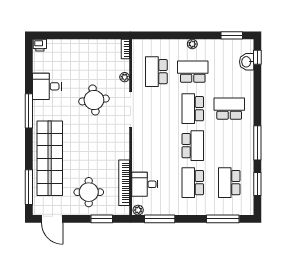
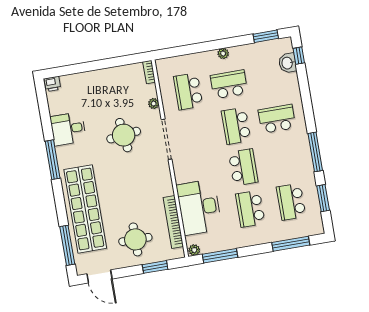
desk: (145, 184) -> (199, 207), width x1.87, depth x1.30

